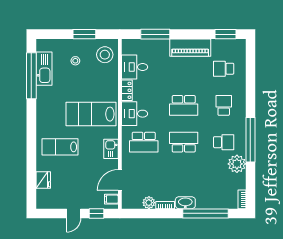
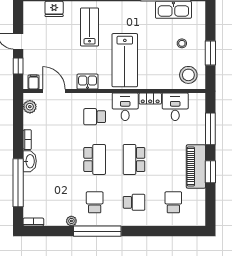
window: (225, 34) -> (210, 172), moved
lab bench: (91, 114) -> (125, 60), turned 180
school desk: (144, 142) -> (95, 117), width x0.54
school desk: (224, 142) -> (95, 202), turned 180
plant: (237, 164) -> (71, 221), width x0.53, depth x0.53
plant: (149, 203) -> (30, 107), moved

